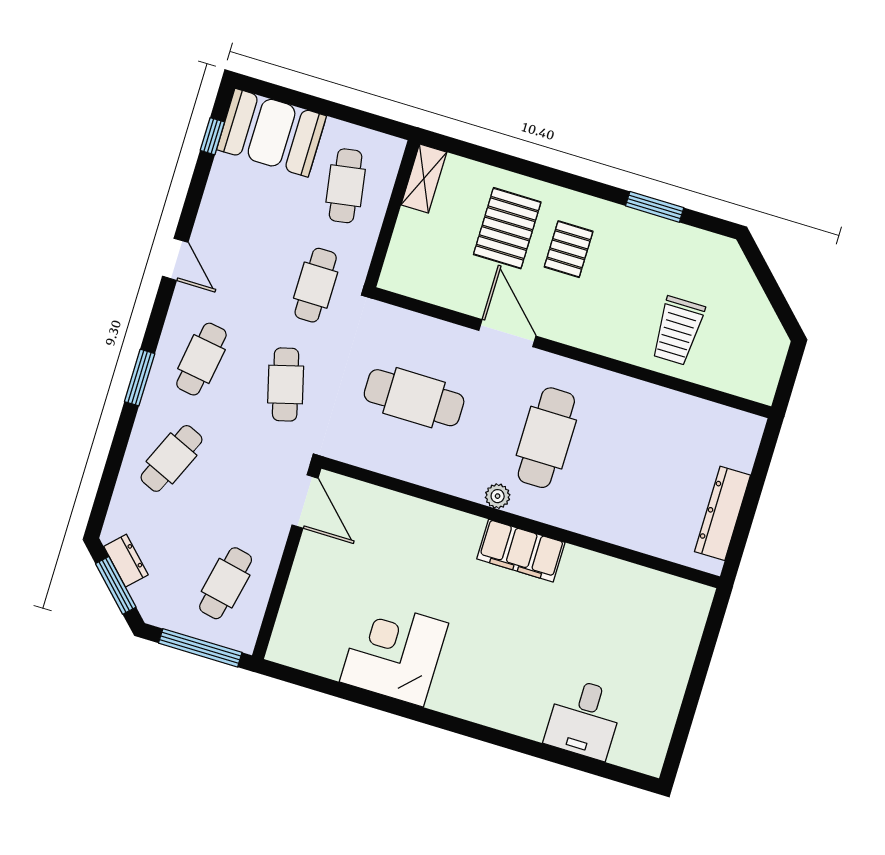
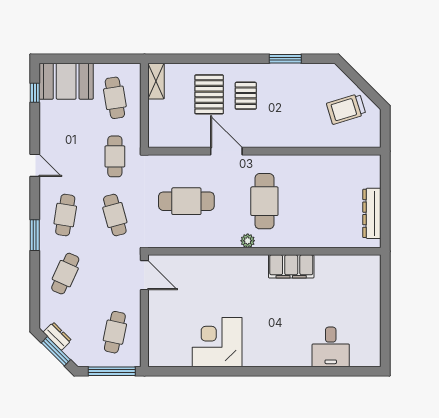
trolley: (678, 331) -> (346, 109), moved, turned 73
filing cabinet: (521, 551) -> (291, 266), moved

